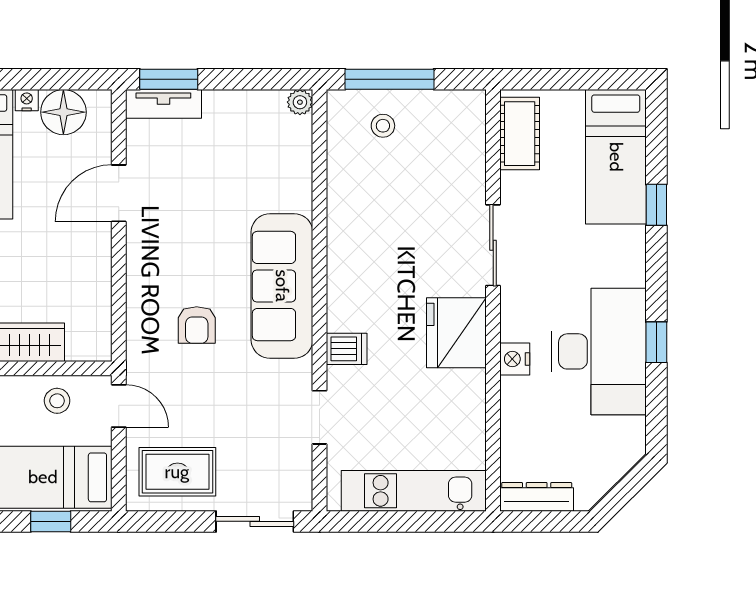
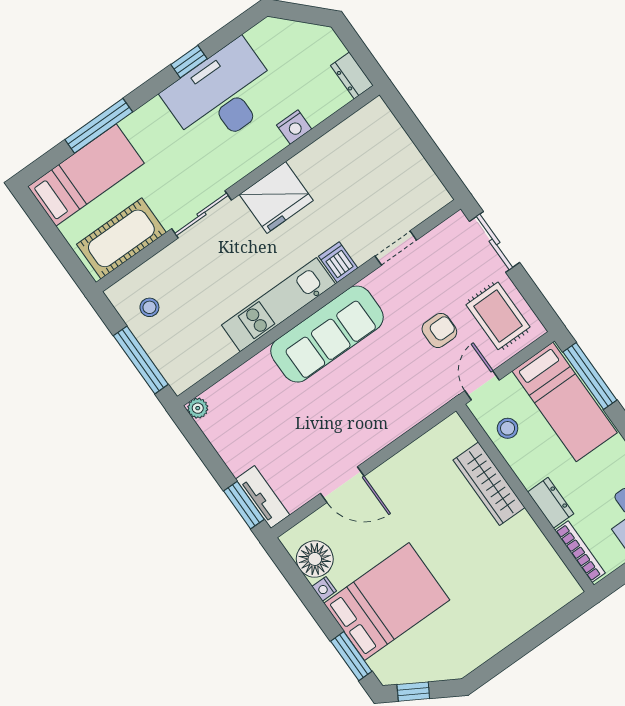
stool: (383, 126) -> (149, 307), moved
cot: (520, 134) -> (121, 238), width x1.37, depth x1.34
window: (656, 205) -> (99, 126), width x2.17
armchair: (197, 325) -> (439, 330), moved
nightstand: (515, 359) -> (294, 127), moved
kitchen unit: (414, 491) -> (278, 305), moved, turned 90
dresser: (537, 497) -> (352, 75), width x0.70
window: (51, 521) -> (590, 376), width x2.17

